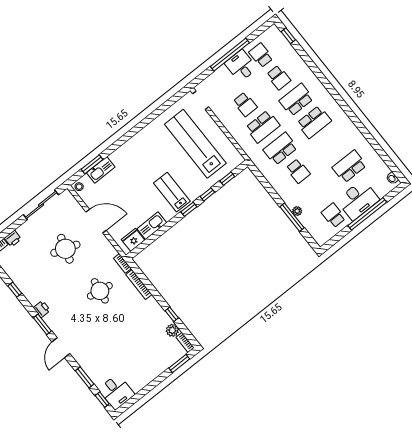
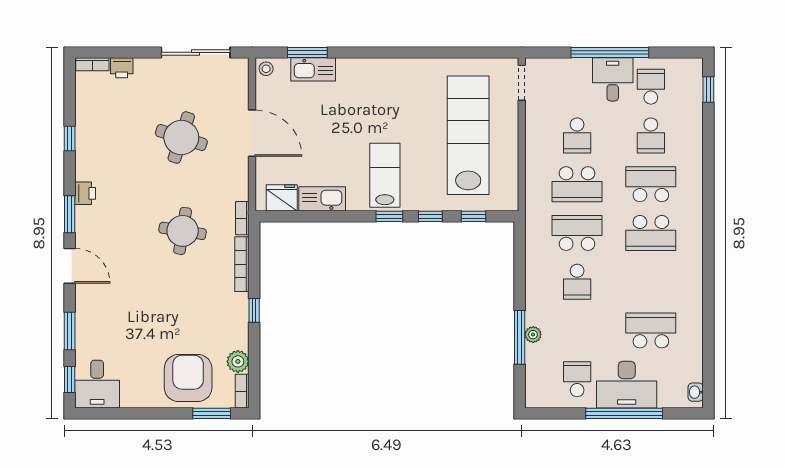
window: (172, 314) -> (254, 310), moved
door: (61, 348) -> (70, 266), swing flipped
armchair: (156, 356) -> (188, 378), added

